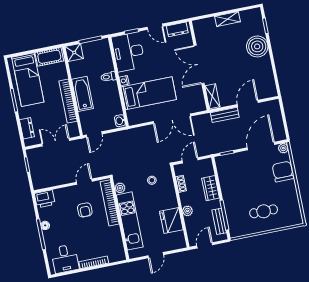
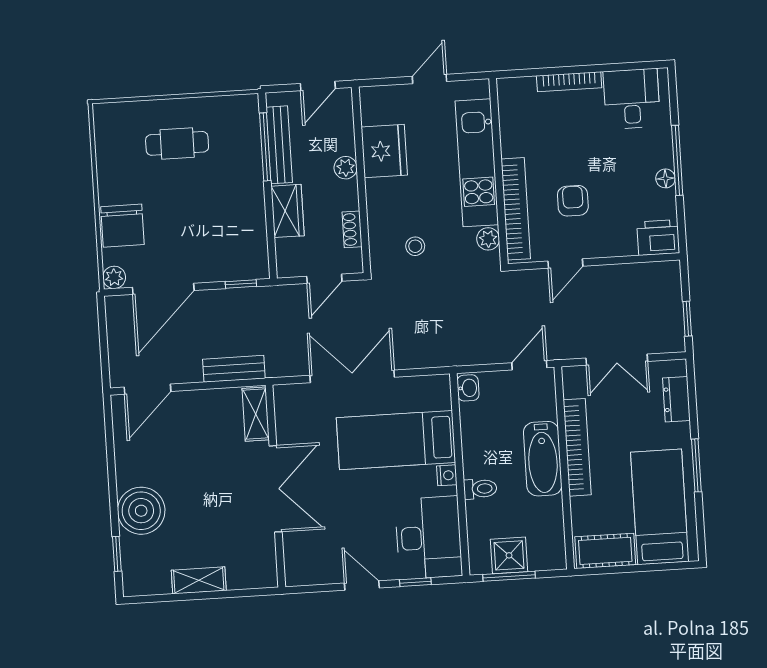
dresser: (177, 29) -> (313, 573), removed
shower: (74, 52) -> (509, 555), moved
door: (248, 103) -> (147, 389), moved
bench: (219, 221) -> (279, 145), width x1.36

